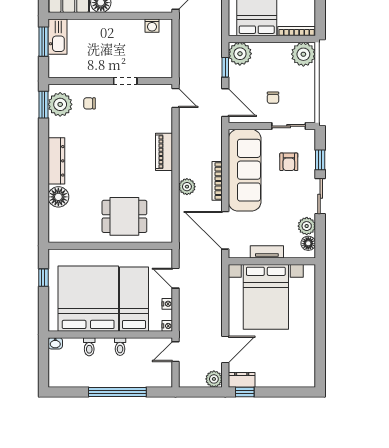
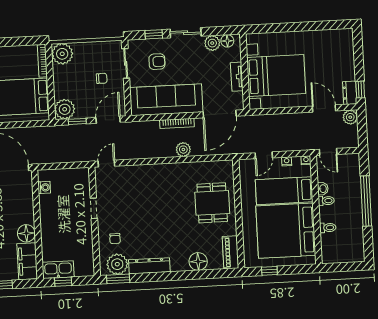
window: (43, 42) -> (63, 282), width x0.67
piano: (164, 152) -> (230, 252), moved, turned 90
dresser: (56, 161) -> (149, 266), moved
washbasin: (55, 343) -> (323, 189), moved

